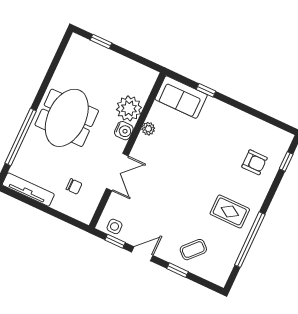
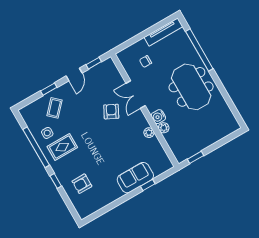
window: (101, 42) -> (196, 157), moved
sofa: (181, 97) -> (135, 178), moved
plant: (129, 108) -> (164, 128), width x0.53, depth x0.53
window: (286, 161) -> (56, 181), moved
armchair: (154, 185) -> (111, 112), added
side table: (114, 226) -> (47, 133), moved

